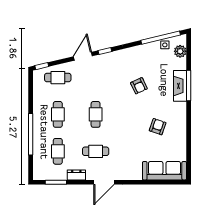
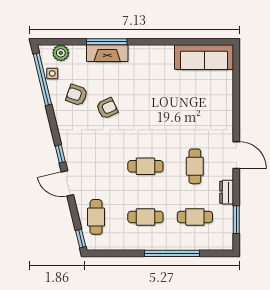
armchair: (158, 127) -> (77, 95), moved
sofa: (164, 171) -> (204, 57), moved, turned -90

